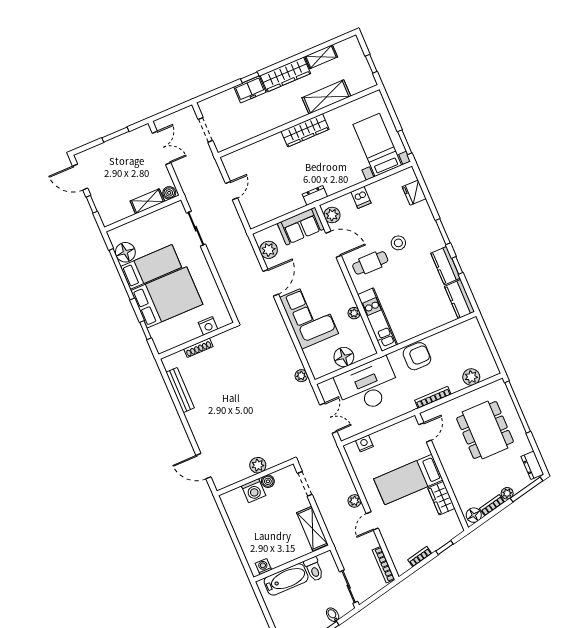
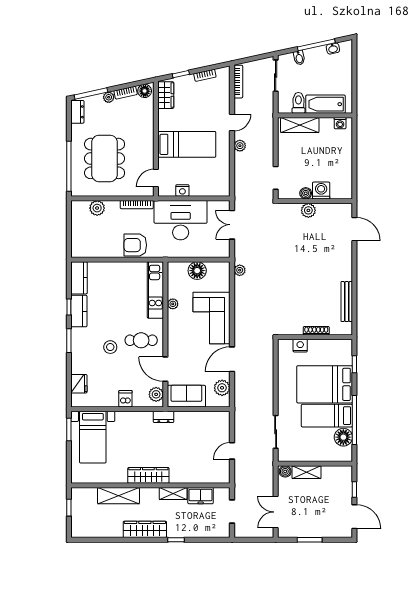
shelving: (321, 57) -> (173, 494), moved
freezer: (250, 89) -> (201, 496), moved, turned 180
desk: (368, 386) -> (181, 220), moved, turned 180
nightstand: (364, 444) -> (182, 190), moved
wardrobe: (441, 498) -> (166, 95), moved
shelving: (312, 529) -> (300, 125), moved, turned 90

